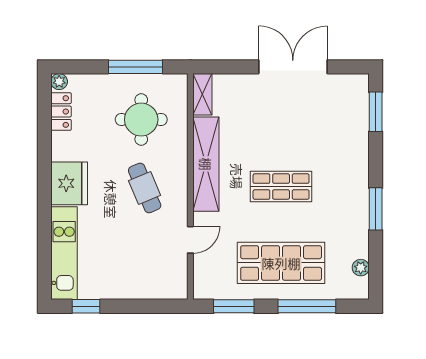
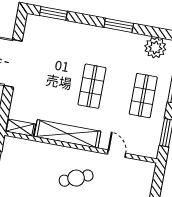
round table: (141, 120) -> (30, 172), removed
shop shelf: (281, 263) -> (143, 96), width x0.70, depth x0.74
plant: (361, 268) -> (155, 48), width x1.88, depth x1.88

